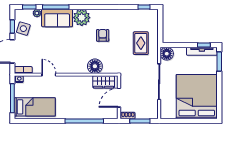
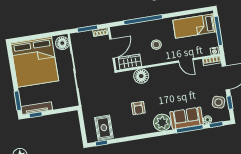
rug: (141, 43) -> (104, 128), moved
floor lamp: (167, 54) -> (62, 43), moved
stool: (75, 95) -> (156, 45), added

